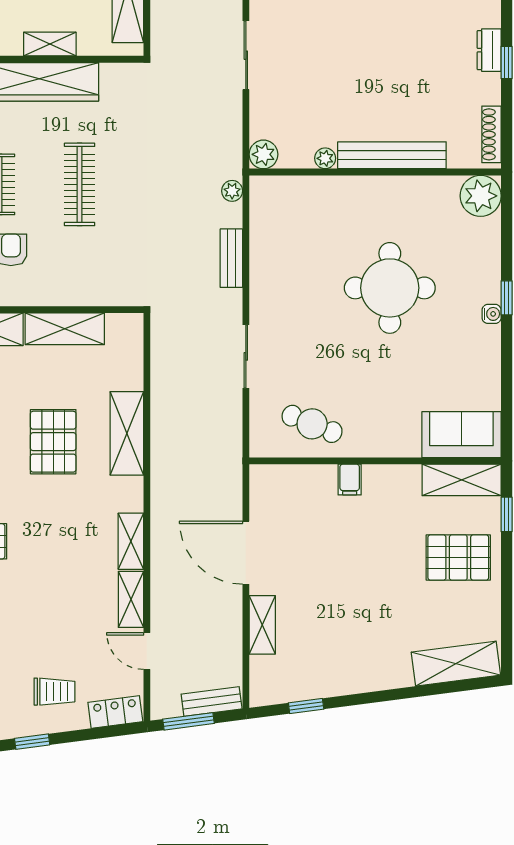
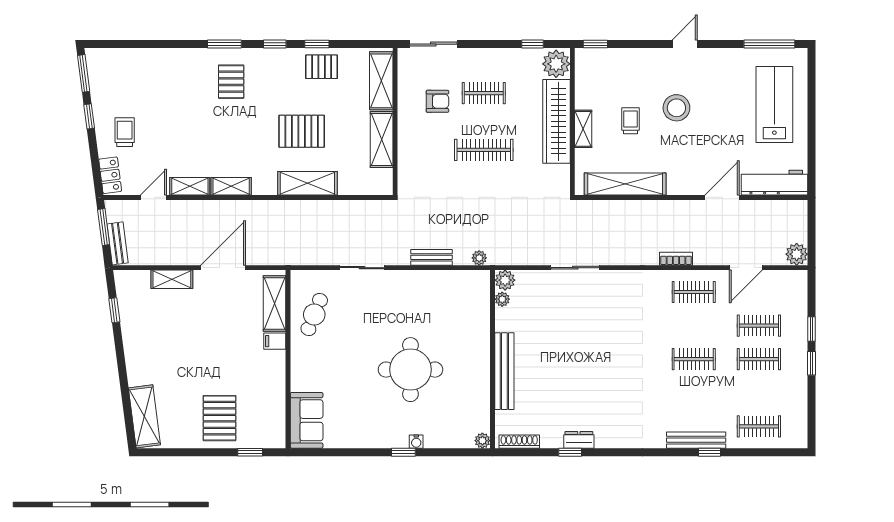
plant: (325, 158) -> (502, 299), moved
plant: (481, 196) -> (482, 441), width x0.53, depth x0.53
water cooler: (492, 314) -> (416, 442), moved
shelving: (462, 480) -> (274, 303), moved
trolley: (54, 692) -> (125, 132), turned 180

